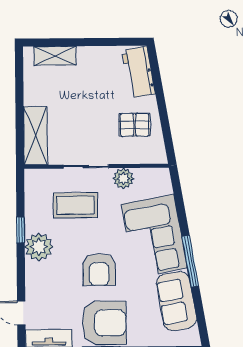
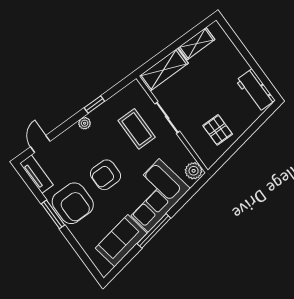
shelving: (55, 56) -> (197, 44), moved, turned 90
workbench: (139, 72) -> (255, 90), moved, turned -80
plant: (123, 179) -> (194, 171), moved
plant: (39, 247) -> (85, 123), width x0.53, depth x0.53

